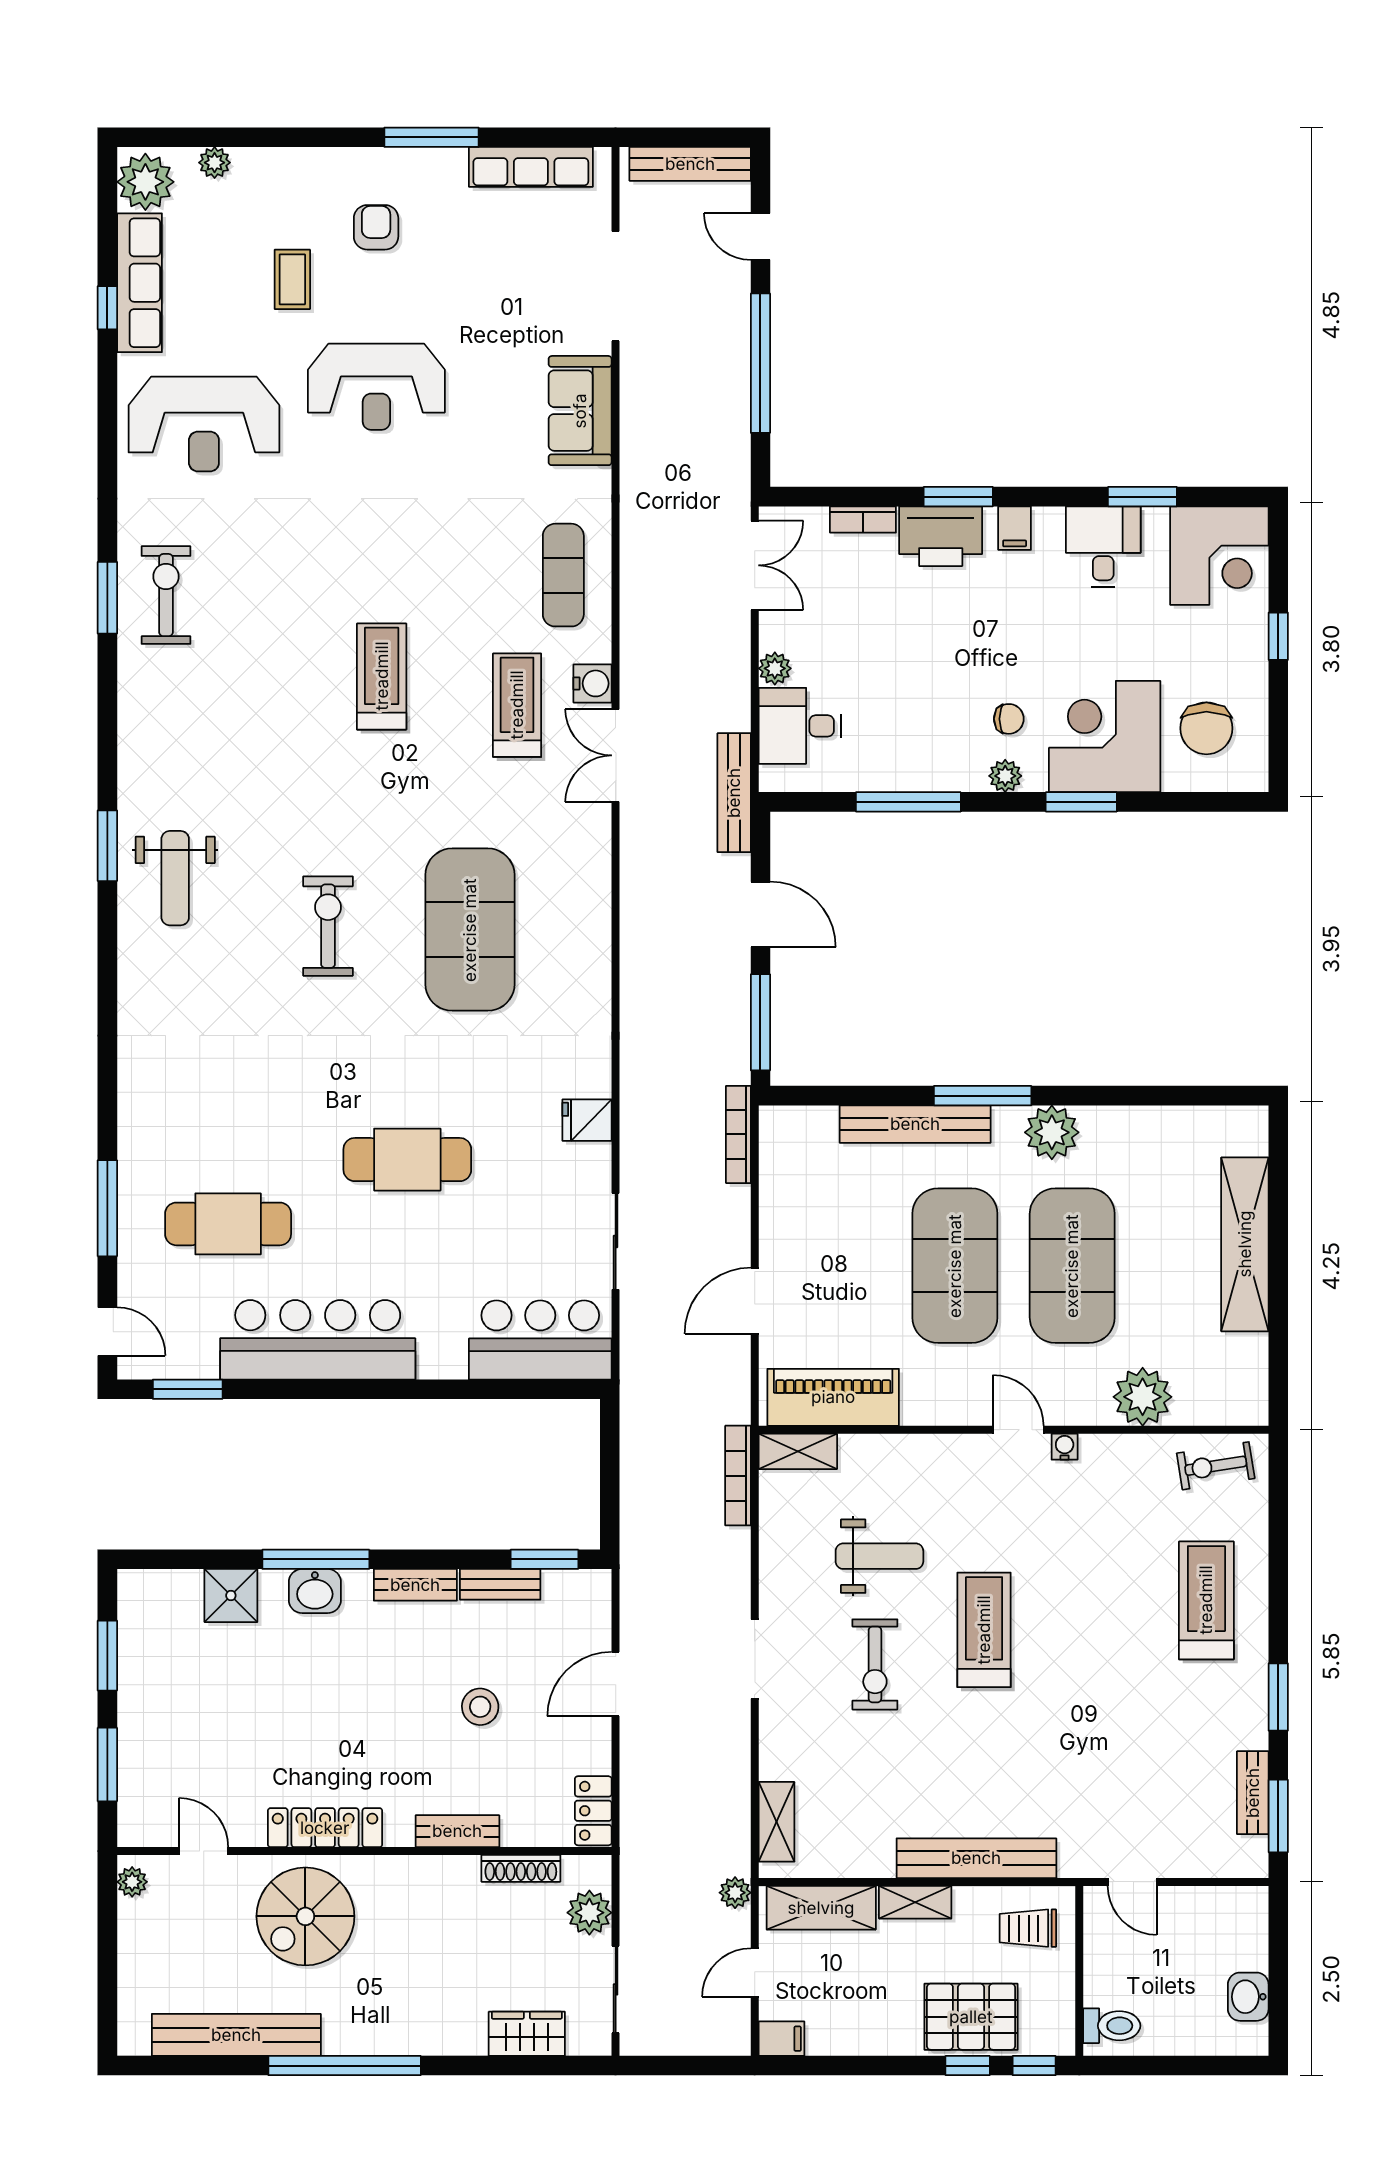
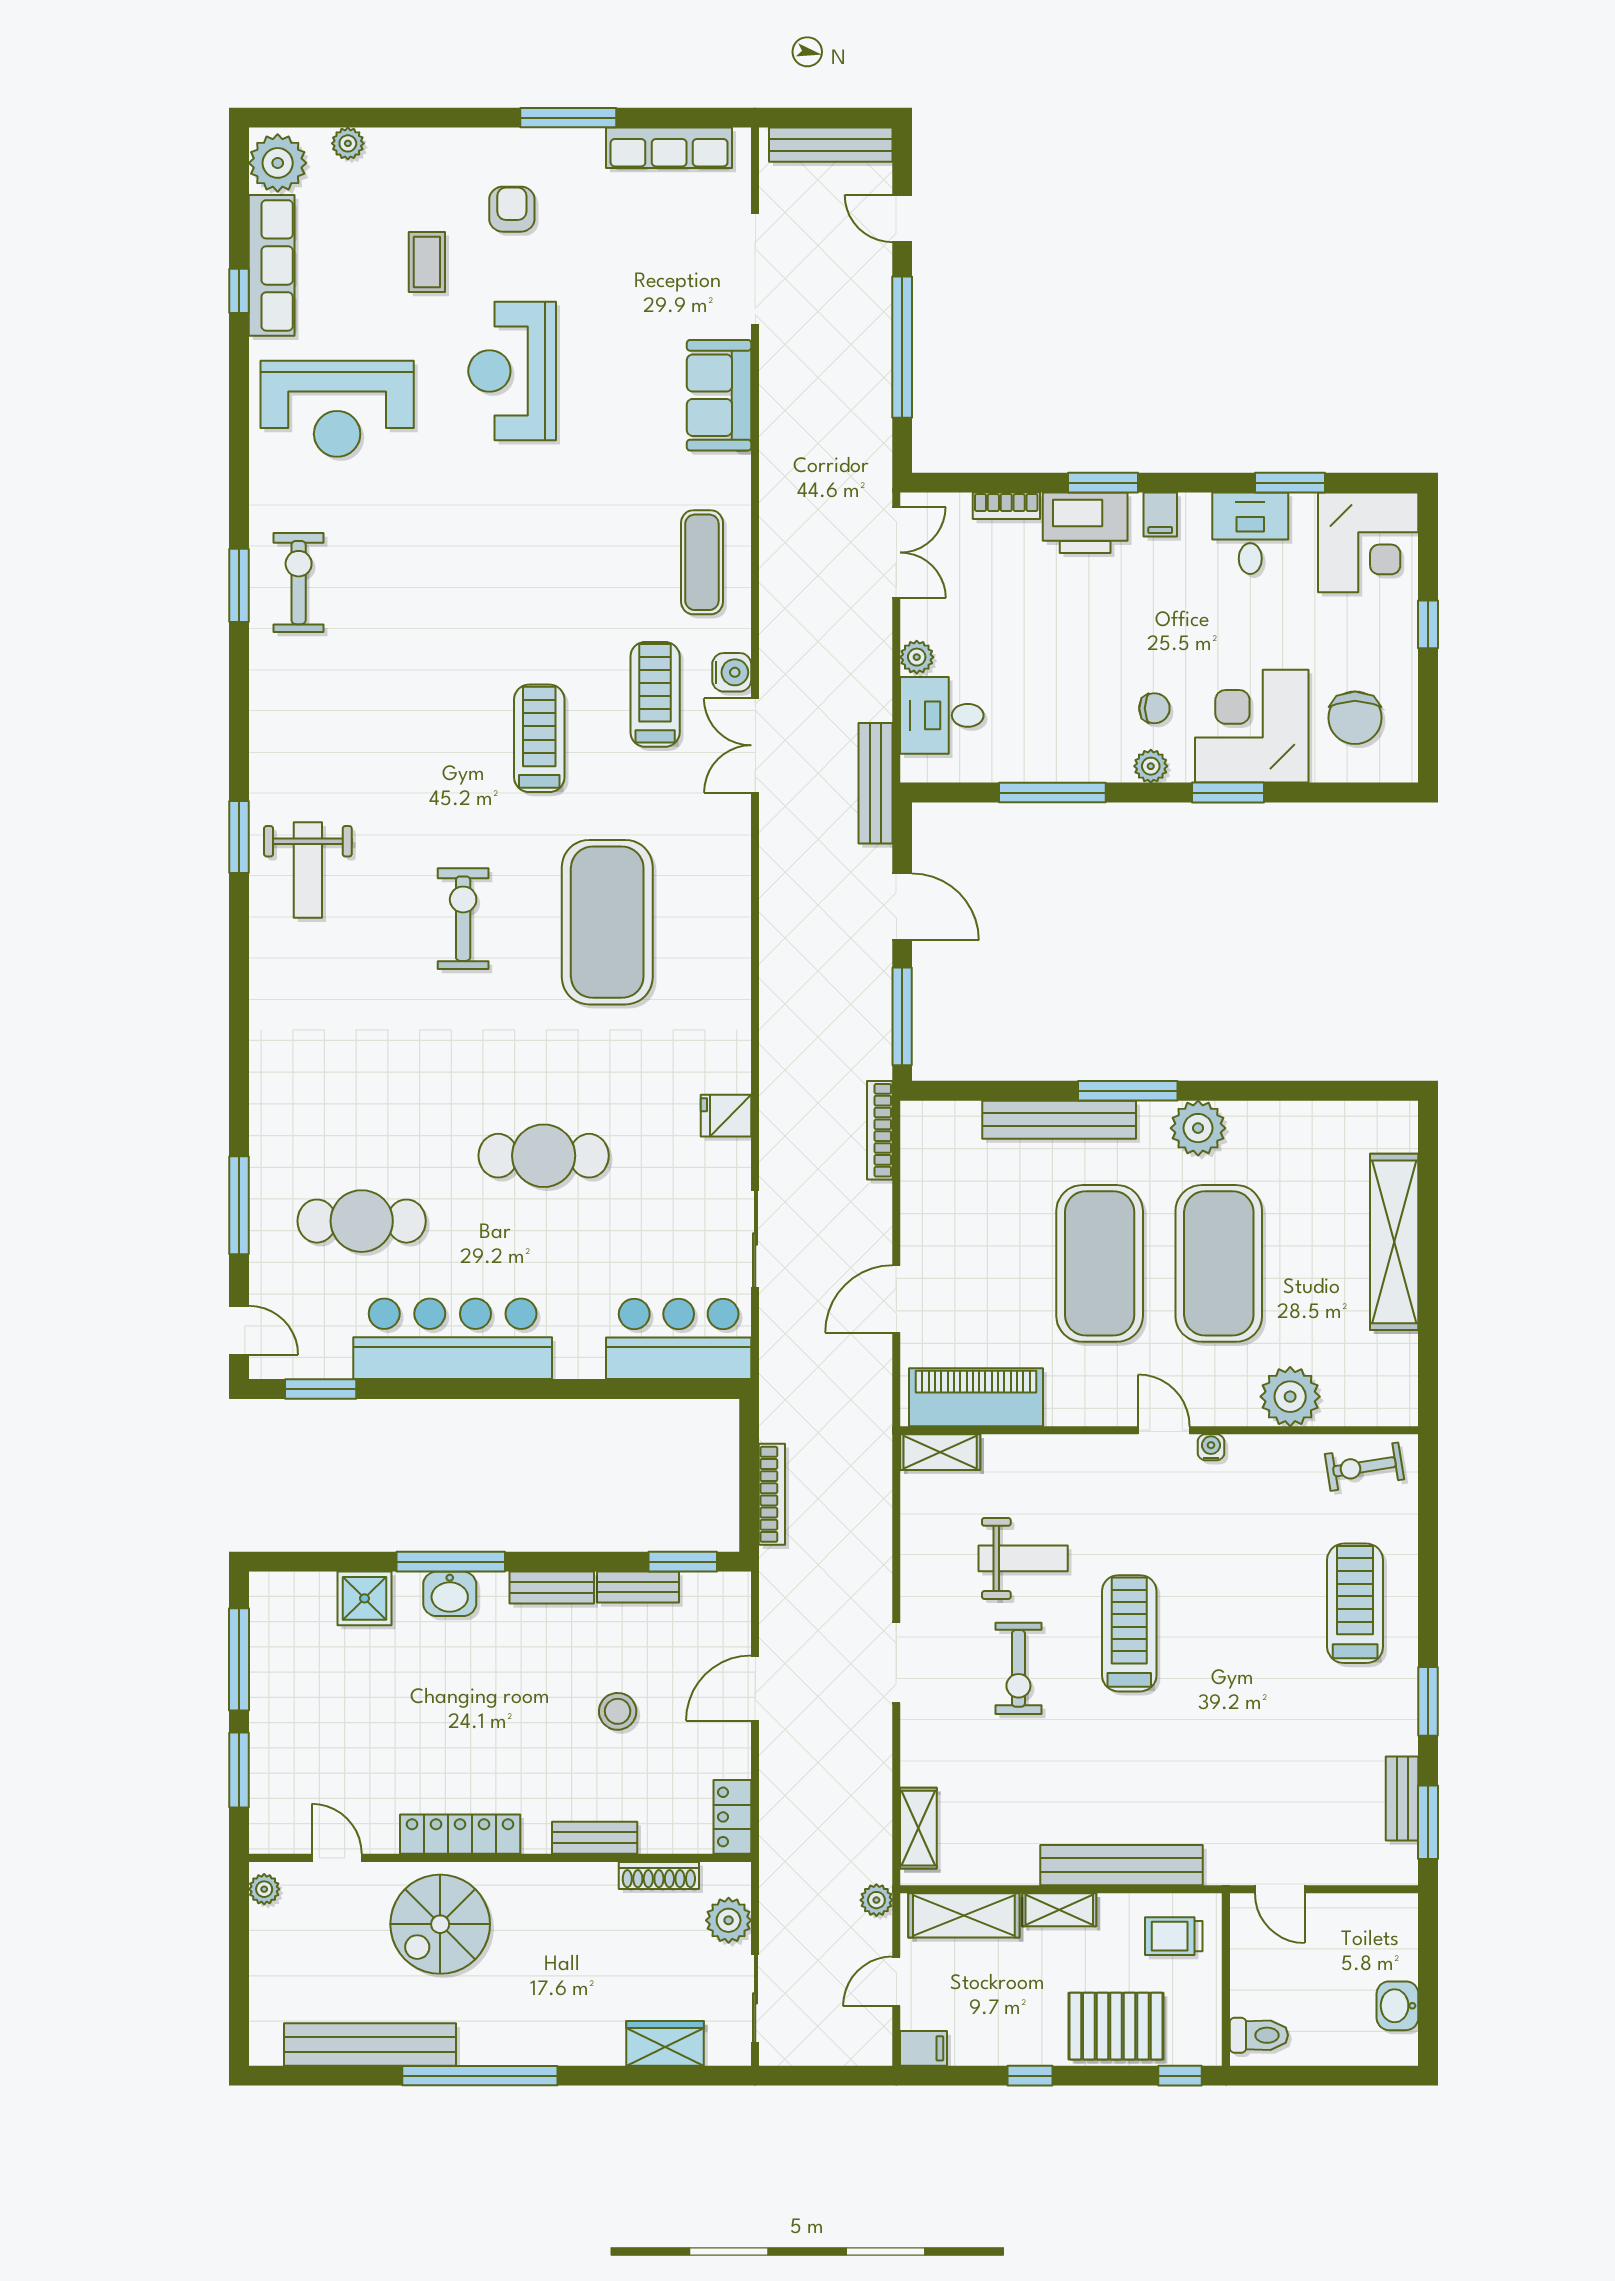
reception desk: (376, 387) -> (512, 371), turned 90
treadmill: (382, 676) -> (539, 738), moved
bookcase: (738, 1476) -> (772, 1494), moved, turned 180
window: (107, 1656) -> (239, 1659), width x1.44
window: (968, 2066) -> (1030, 2076), moved

